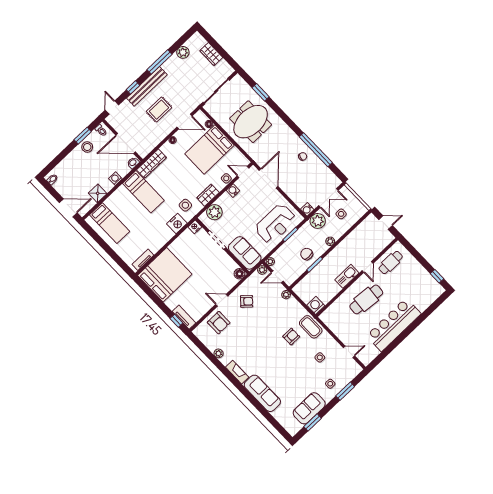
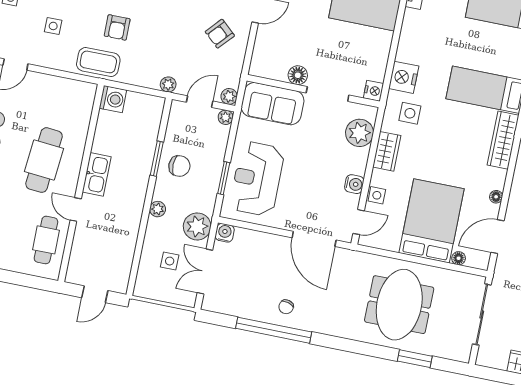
floor lamp: (239, 274) -> (298, 75), moved

